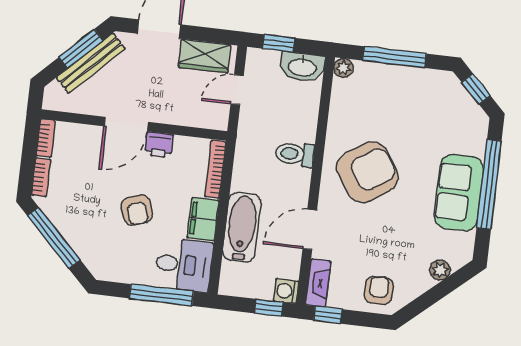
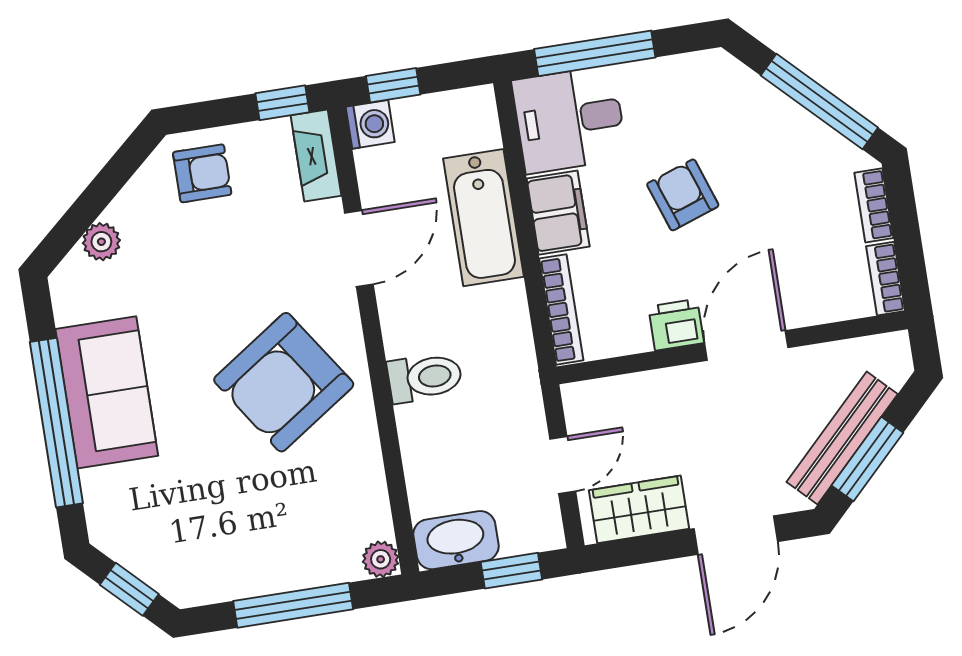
armchair: (379, 290) -> (202, 173), turned -90

